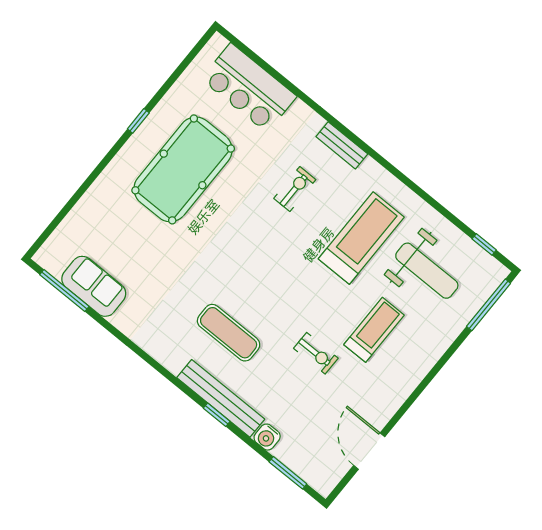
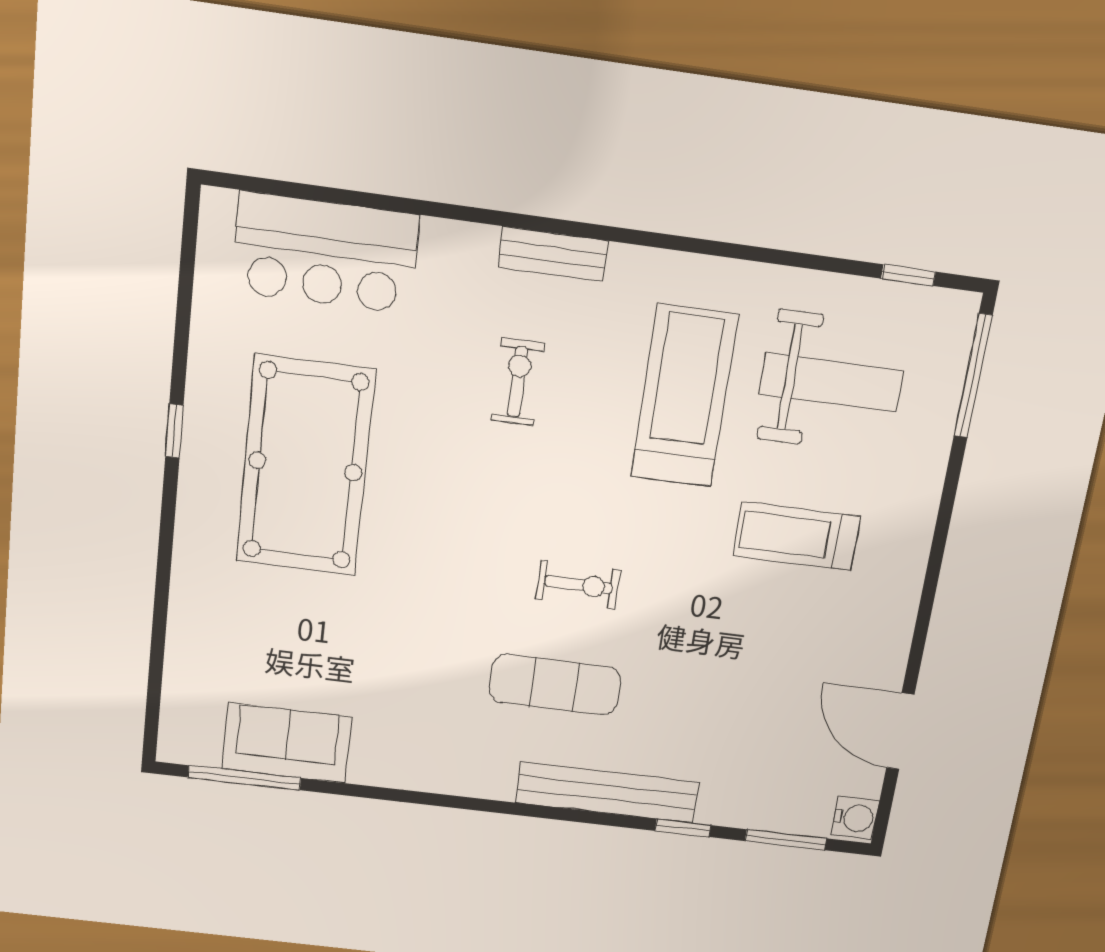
treadmill: (374, 330) -> (796, 536), turned -90
exercise bike: (316, 353) -> (578, 585), moved
window: (217, 415) -> (683, 828), moved
water cooler: (267, 437) -> (855, 818), moved, turned -90

